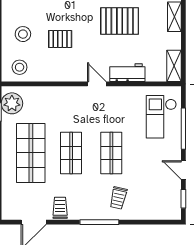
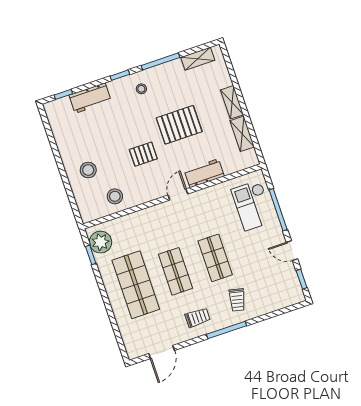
pallet: (60, 39) -> (143, 154), moved
shelving: (174, 66) -> (242, 134), moved
stool: (20, 67) -> (115, 196), moved
door: (97, 84) -> (178, 194), hinge flipped
trolley: (60, 208) -> (198, 318), moved, turned 90

